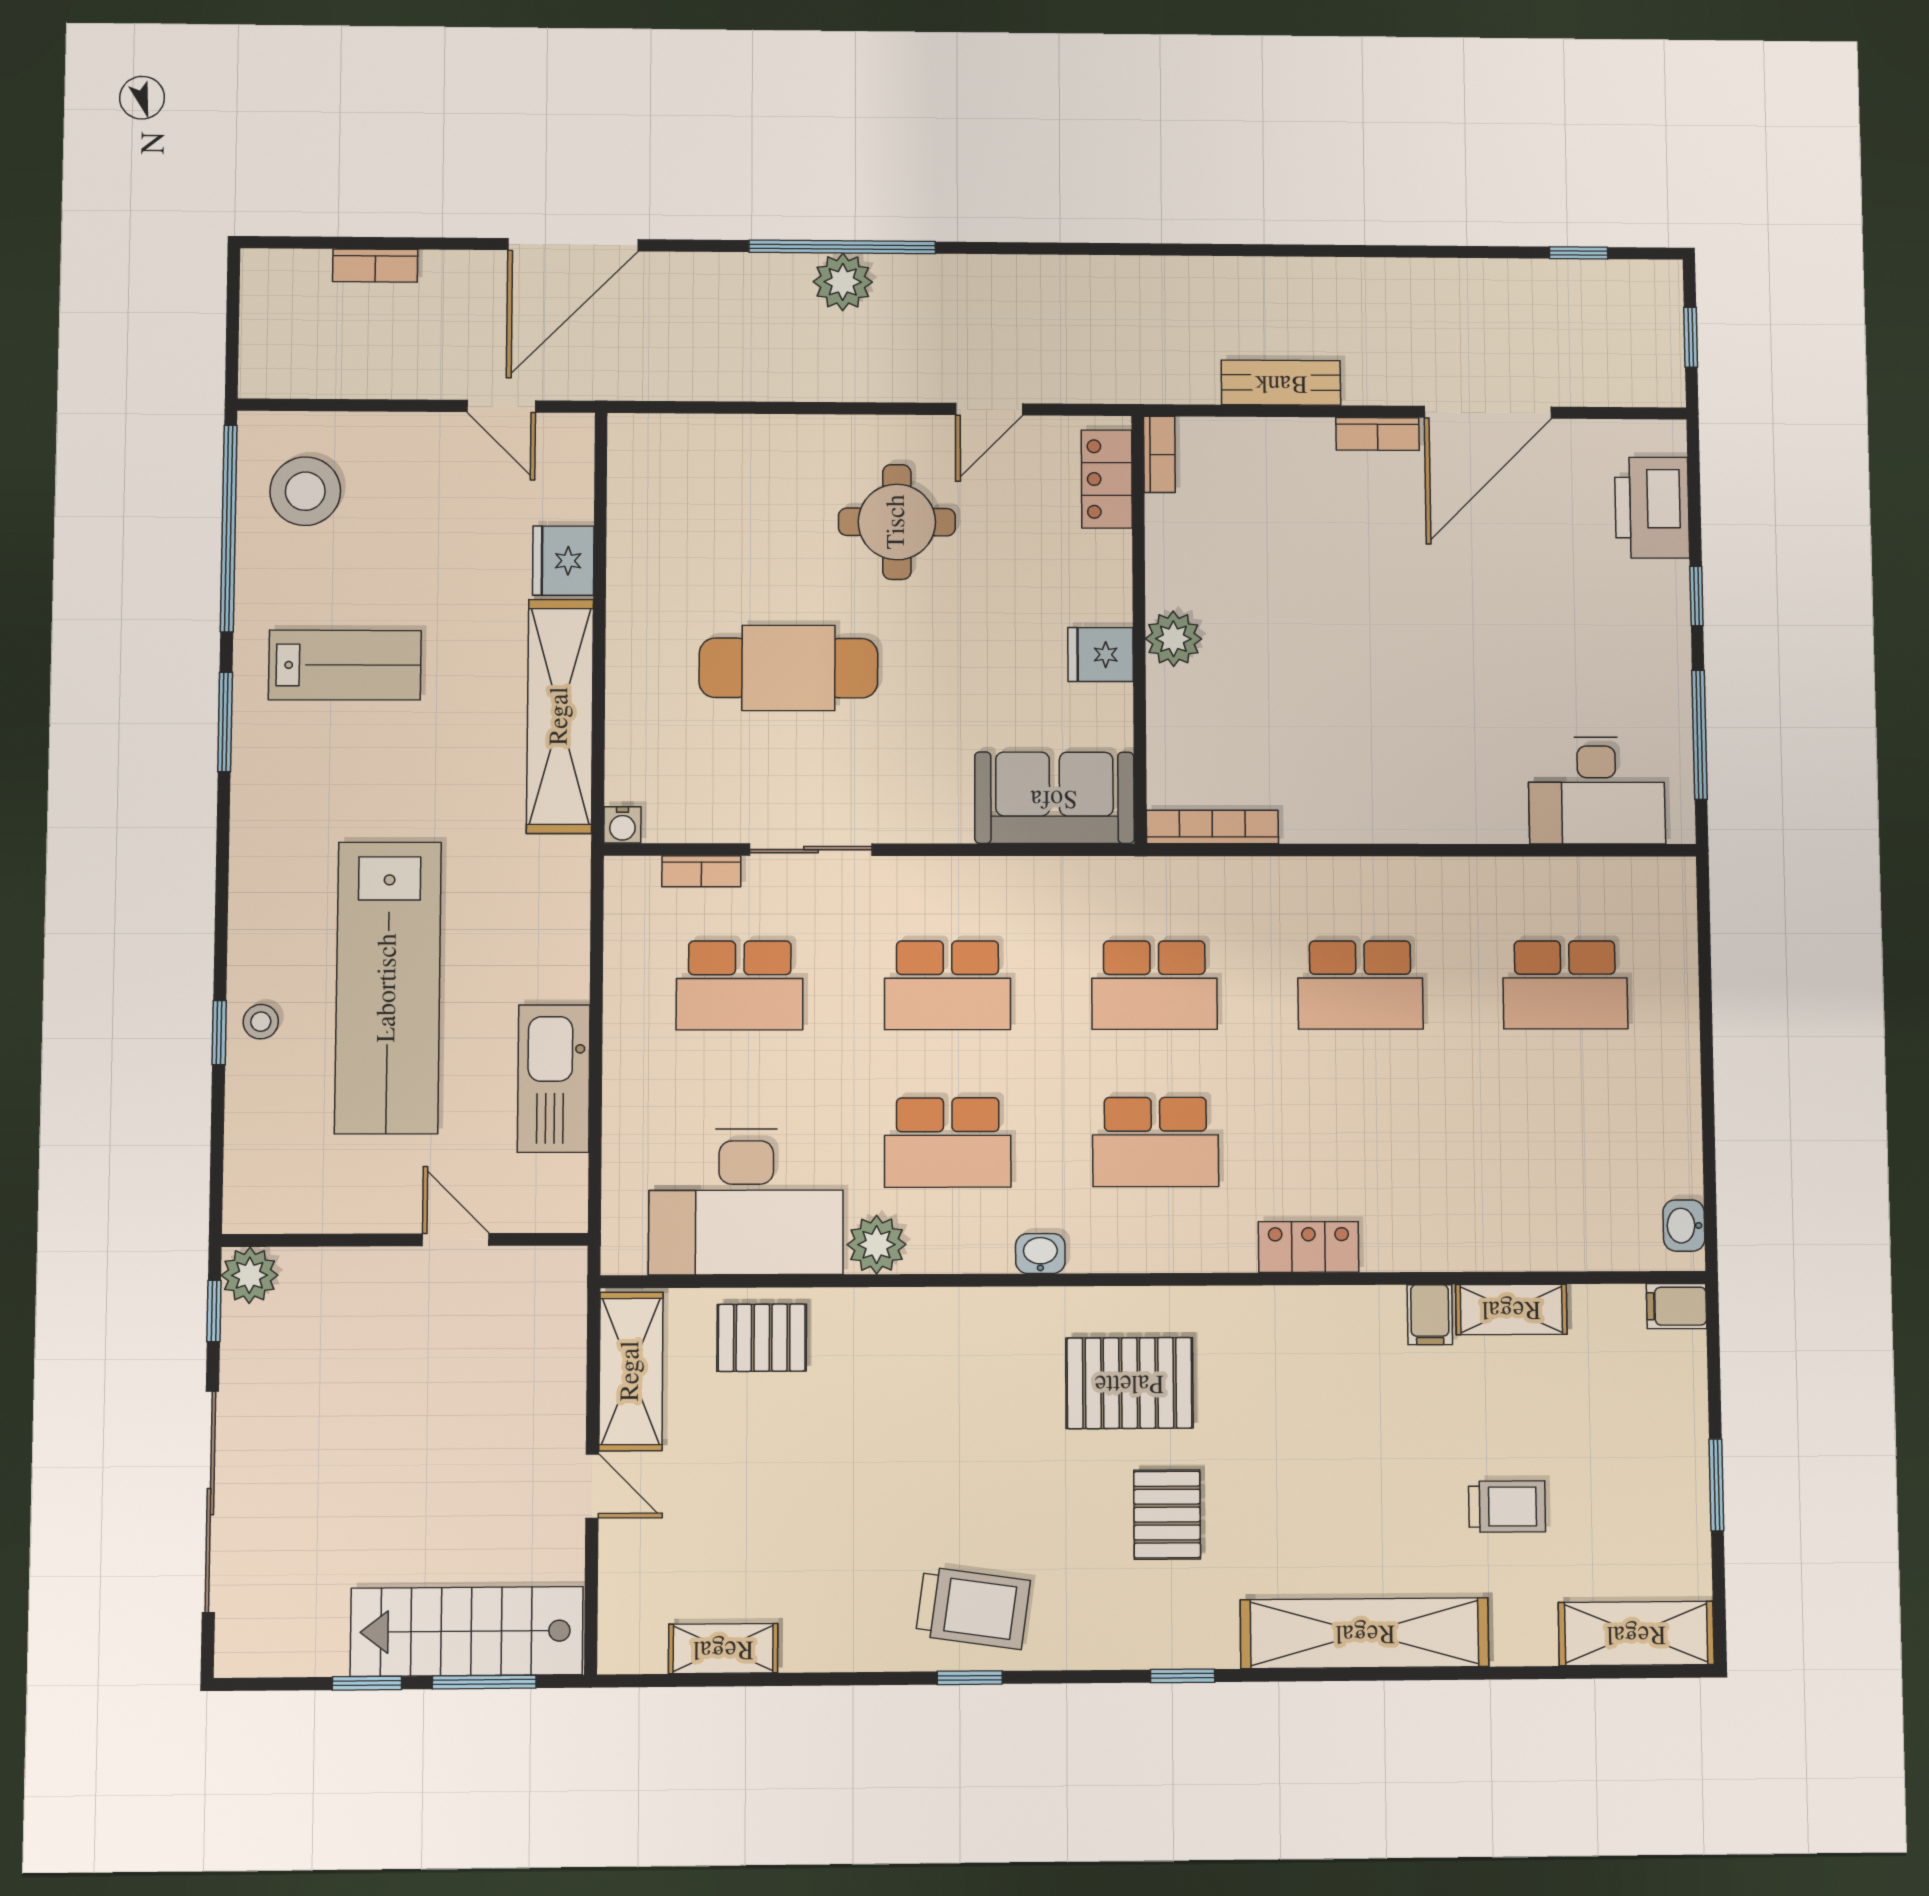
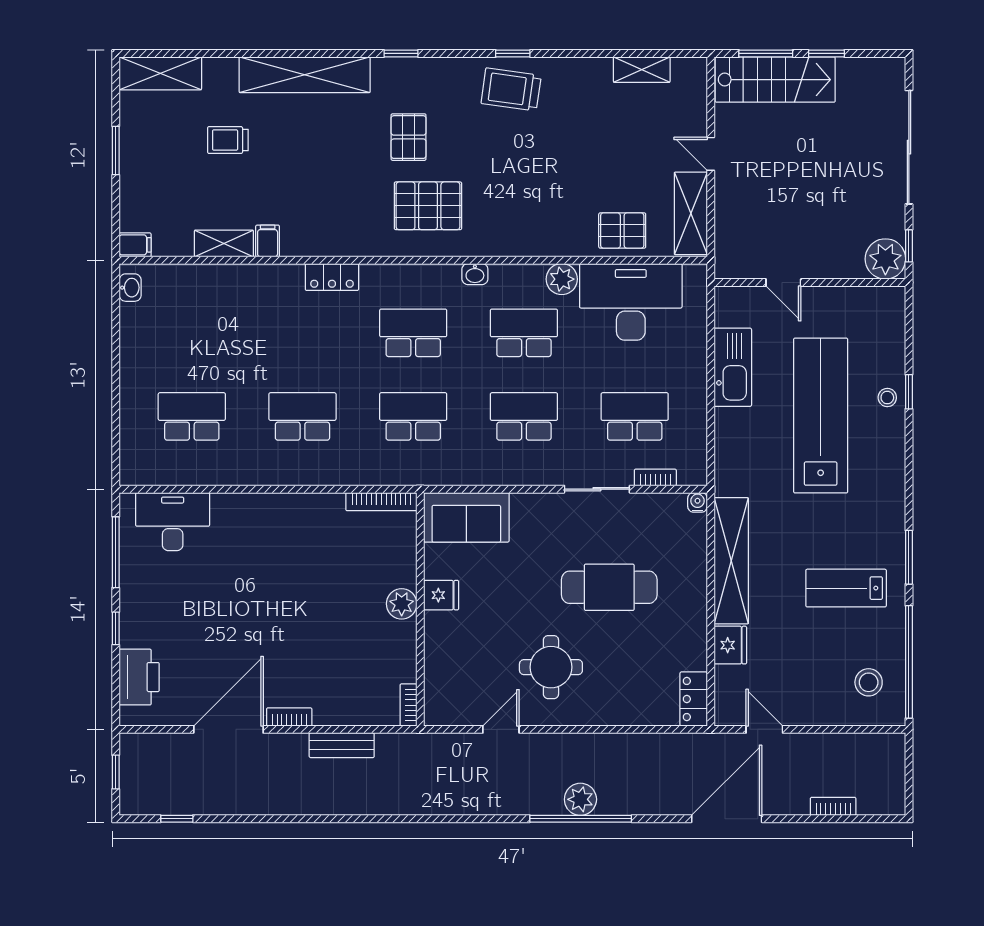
locker: (1107, 479) -> (694, 699), moved, turned 180
stool: (305, 491) -> (869, 682), width x0.73, depth x0.73
plant: (250, 1275) -> (885, 259), width x1.36, depth x1.36

